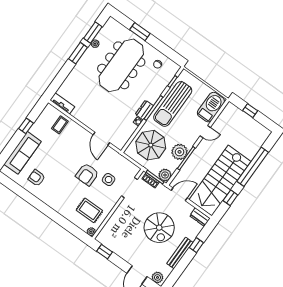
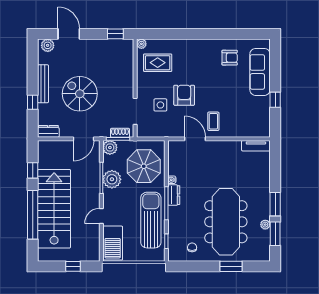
coffee table: (60, 125) -> (213, 121), moved
stairs: (220, 181) -> (54, 209), moved

